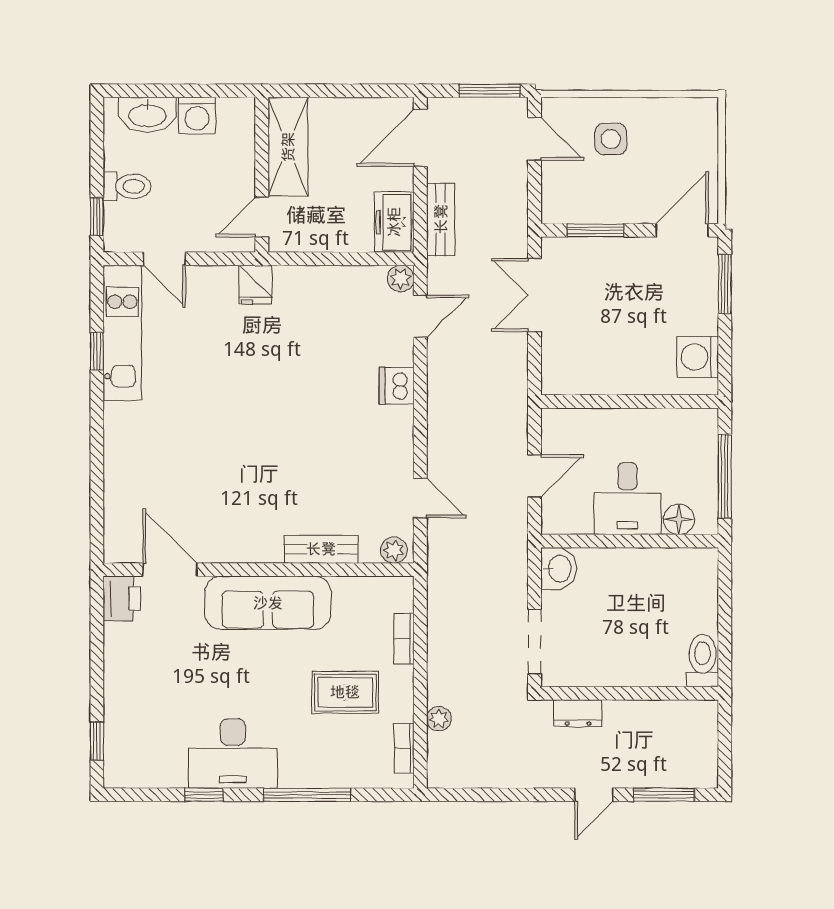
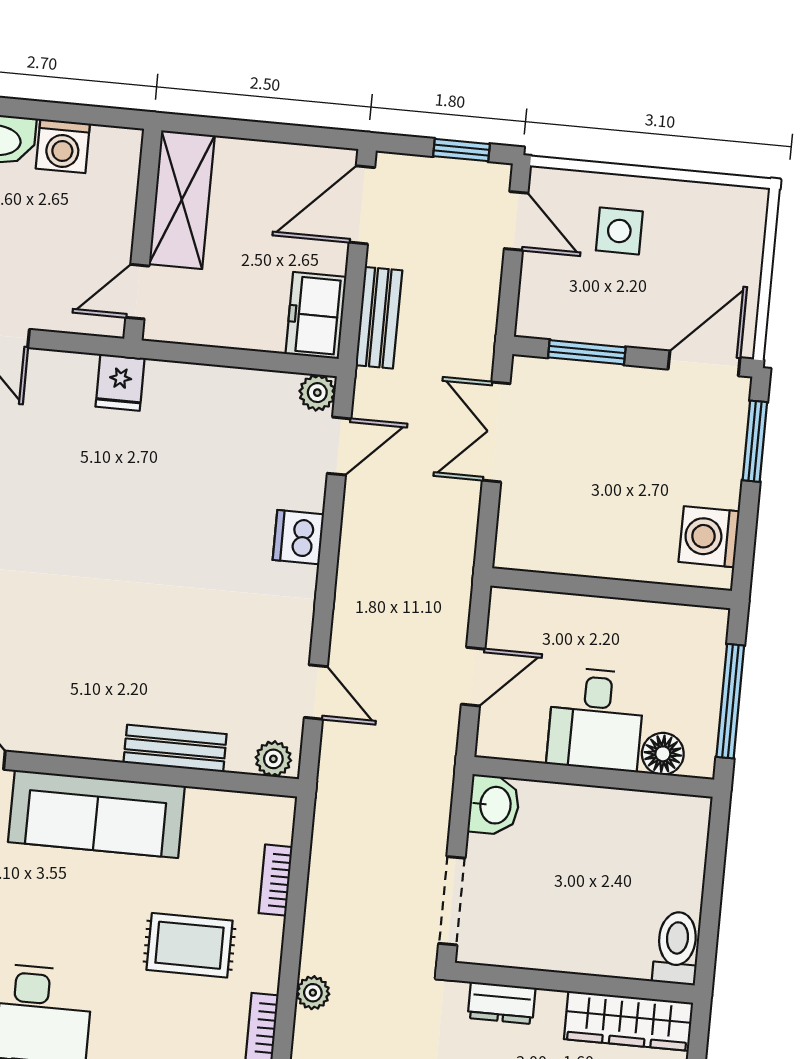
window: (490, 91) -> (462, 150), width x0.67
wardrobe: (672, 718) -> (628, 1021), added

